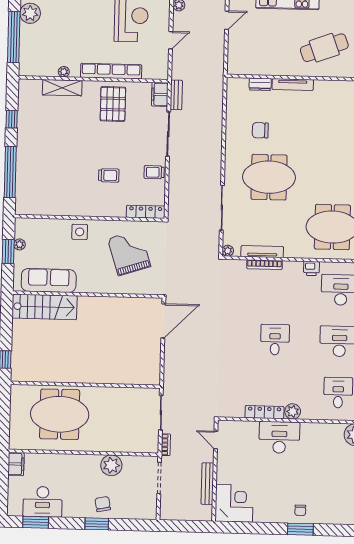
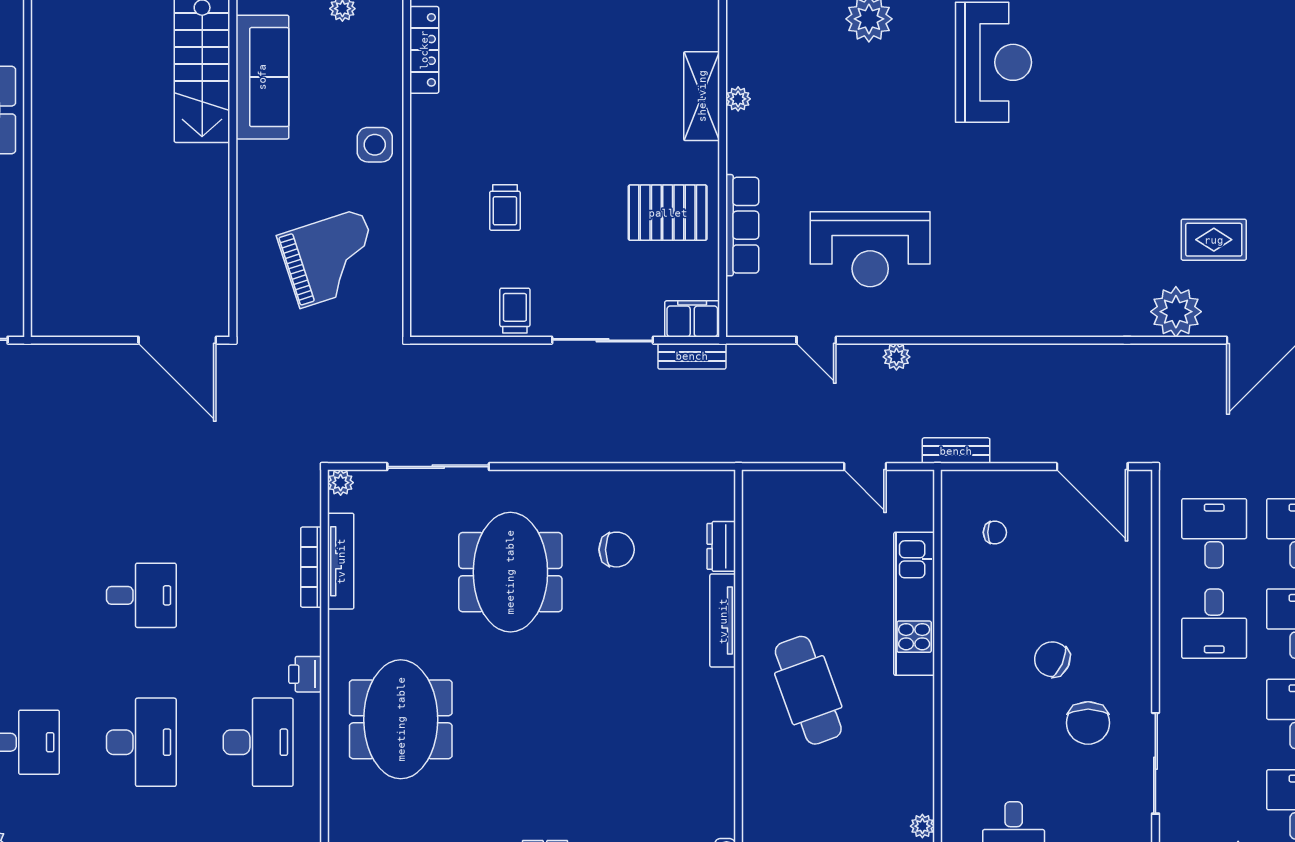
row of seats: (111, 71) -> (742, 225), width x0.73
chair: (260, 130) -> (617, 550), turned 90
locker: (146, 212) -> (424, 50), moved

